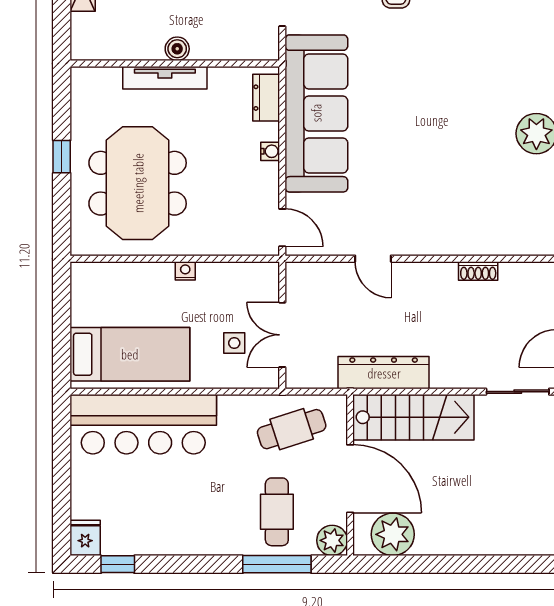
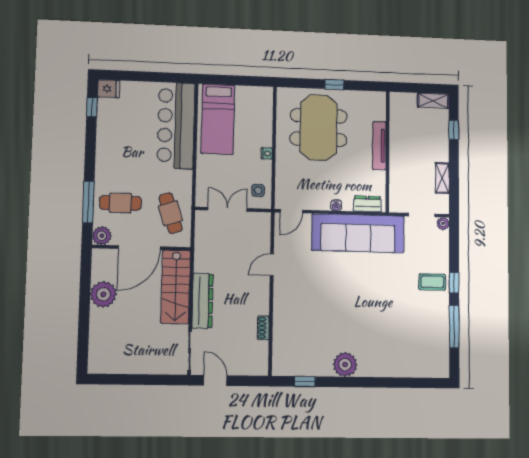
boiler: (177, 49) -> (396, 153), removed
meeting table: (138, 183) -> (318, 128), turned 90
side table: (234, 343) -> (258, 190), moved
dresser: (384, 373) -> (202, 301), moved
plant: (393, 534) -> (103, 294), moved

